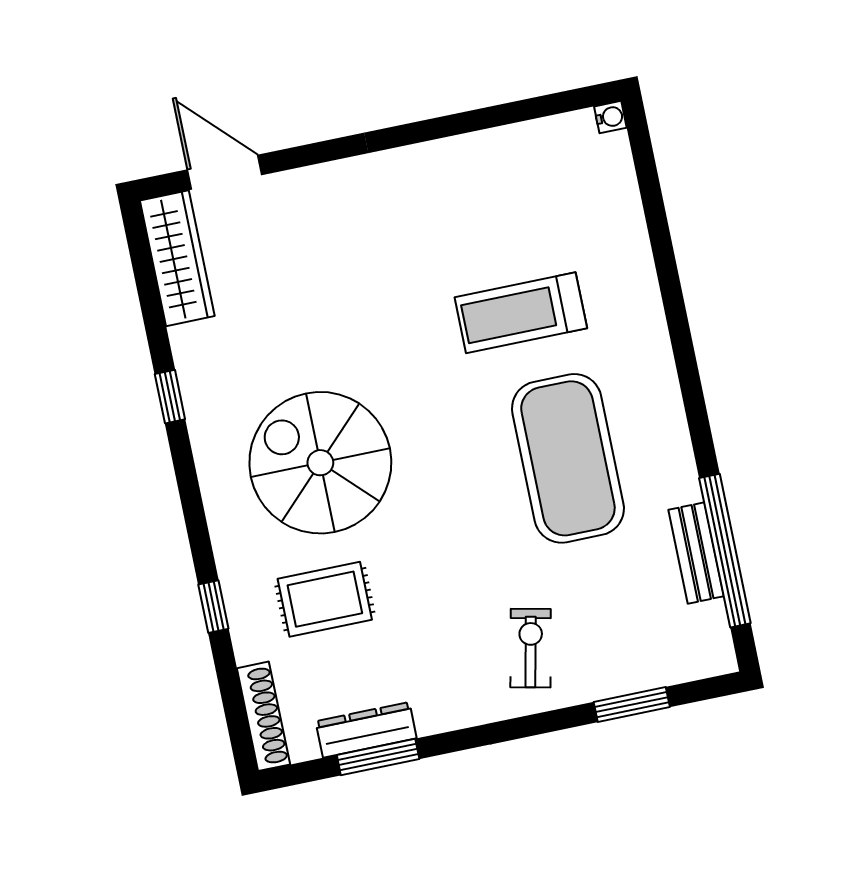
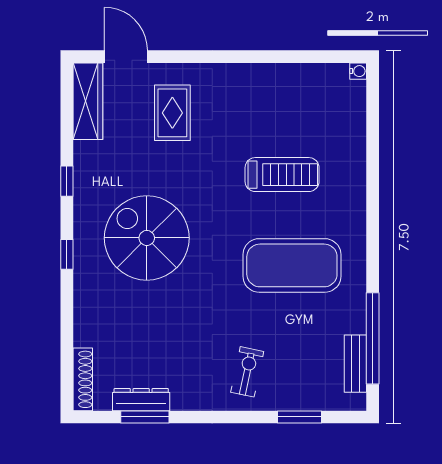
treadmill: (521, 313) -> (282, 175), turned 180
exercise mat: (568, 458) -> (292, 265), turned 90
bench: (696, 553) -> (355, 364), moved
rug: (325, 599) -> (172, 113), moved, turned 90
window: (213, 607) -> (67, 254), moved

